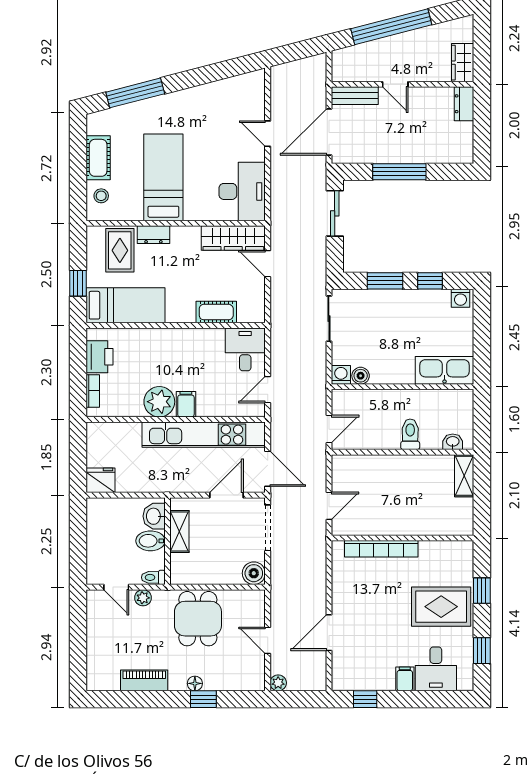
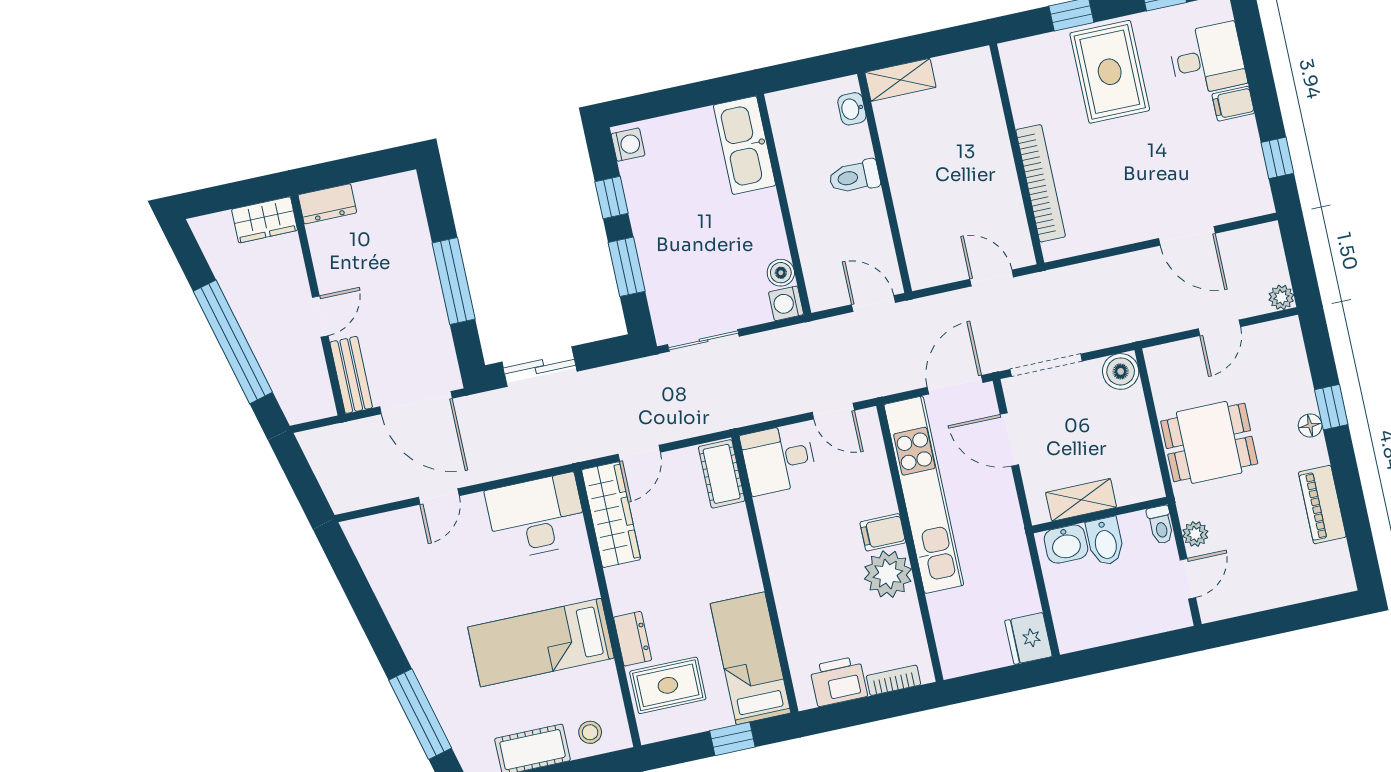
cot: (216, 312) -> (722, 474), moved

